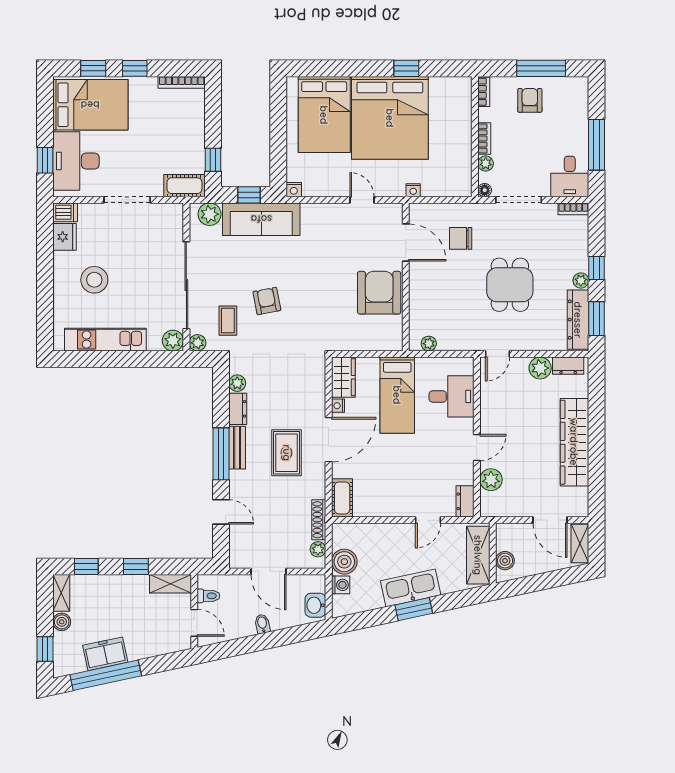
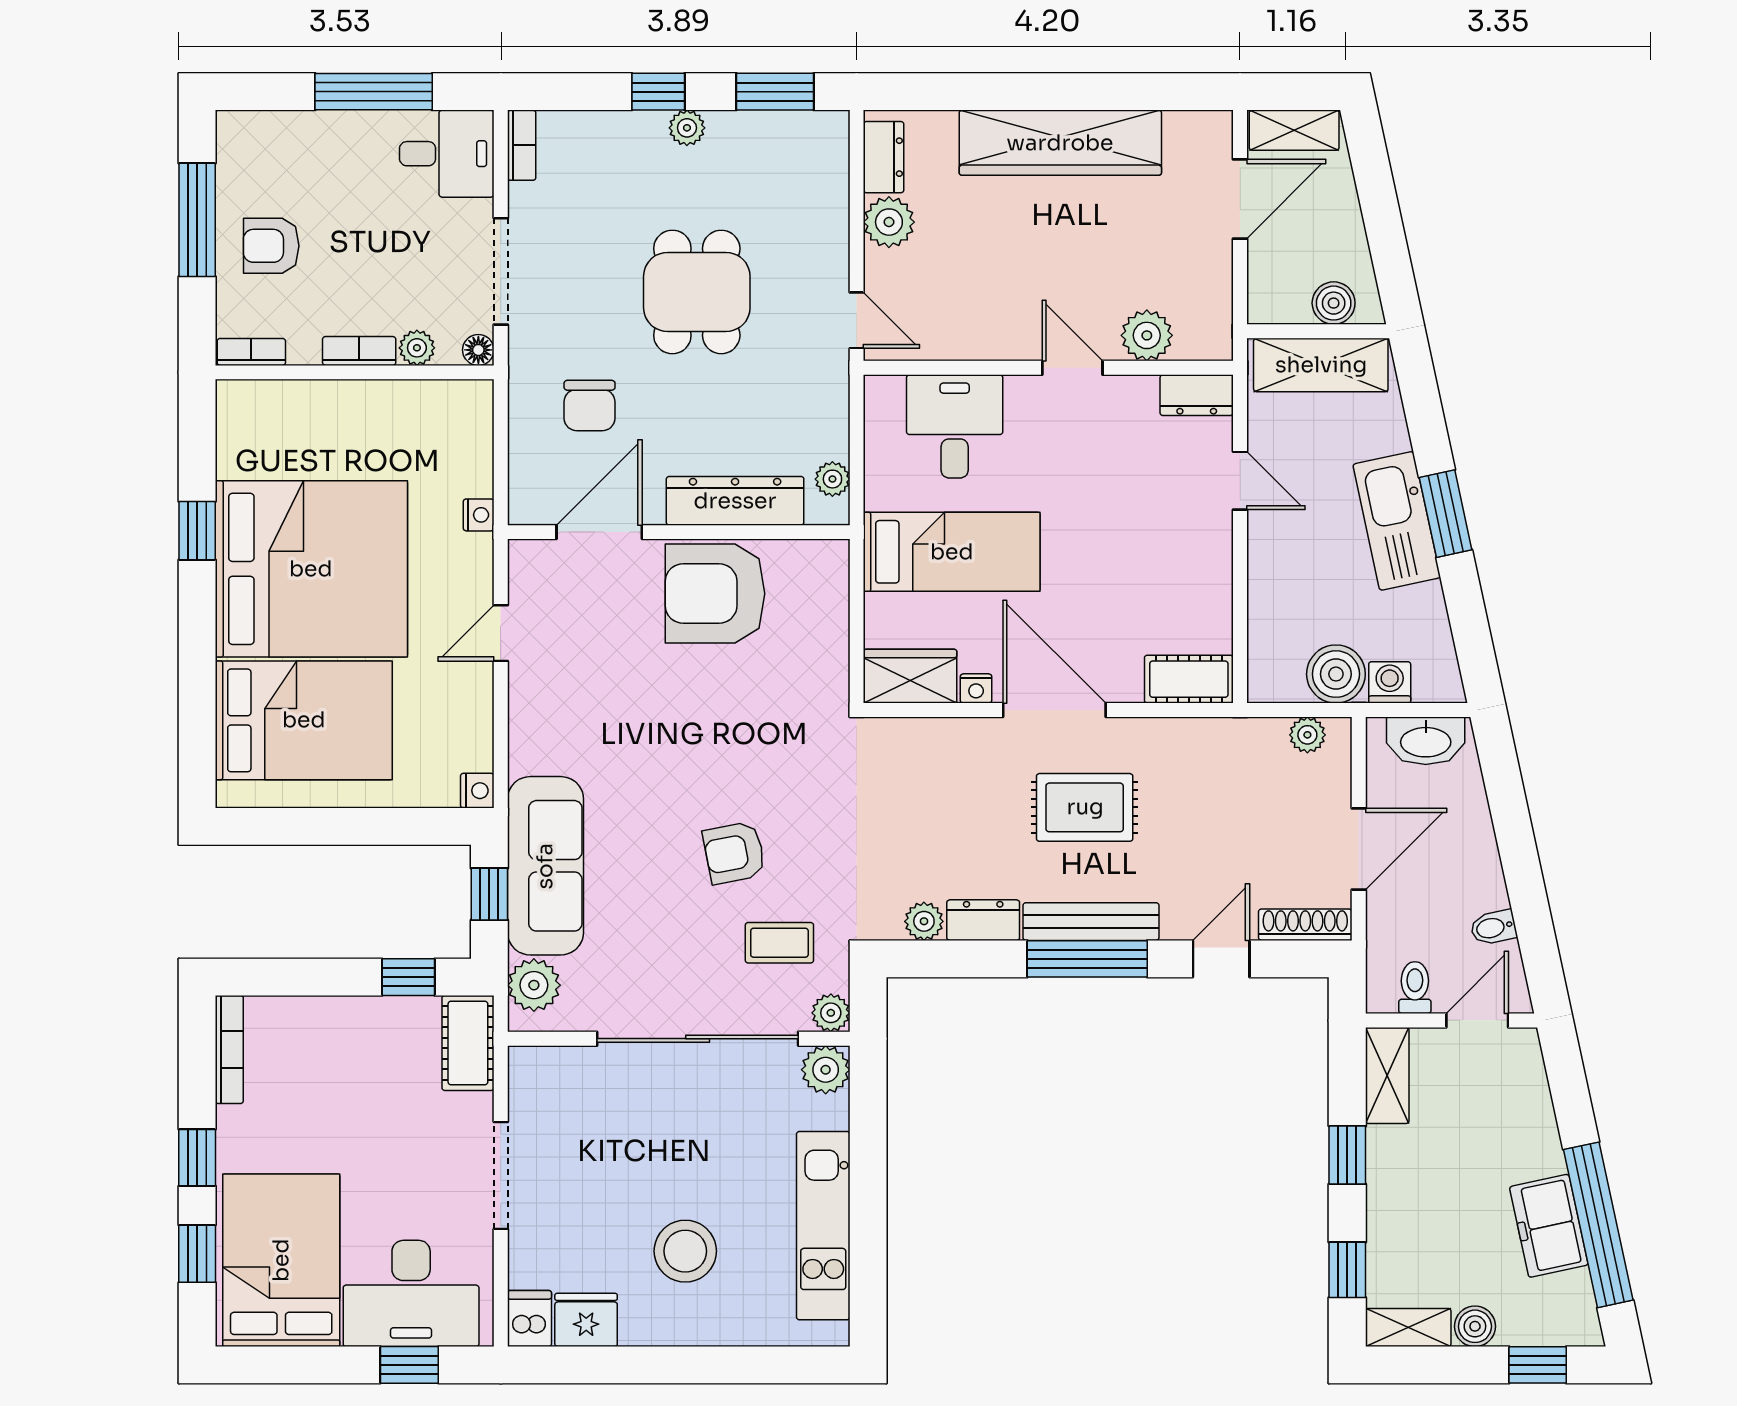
dining table: (510, 285) -> (697, 292), turned 90
dresser: (578, 320) -> (735, 501), moved, turned 180
bench: (237, 448) -> (1091, 922), width x1.36
shoe rack: (319, 520) -> (1305, 925), moved, turned 180
washbasin: (315, 605) -> (1426, 741), width x1.38
bidet: (262, 624) -> (1493, 928), moved

